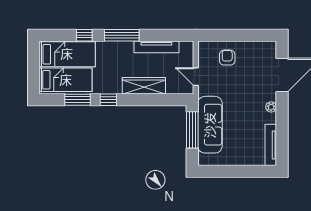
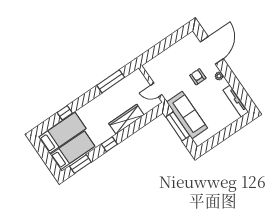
window: (122, 35) -> (111, 81), moved
tv unit: (156, 47) -> (117, 88), removed
armchair: (227, 58) -> (198, 77), moved
window: (77, 100) -> (80, 164), moved

